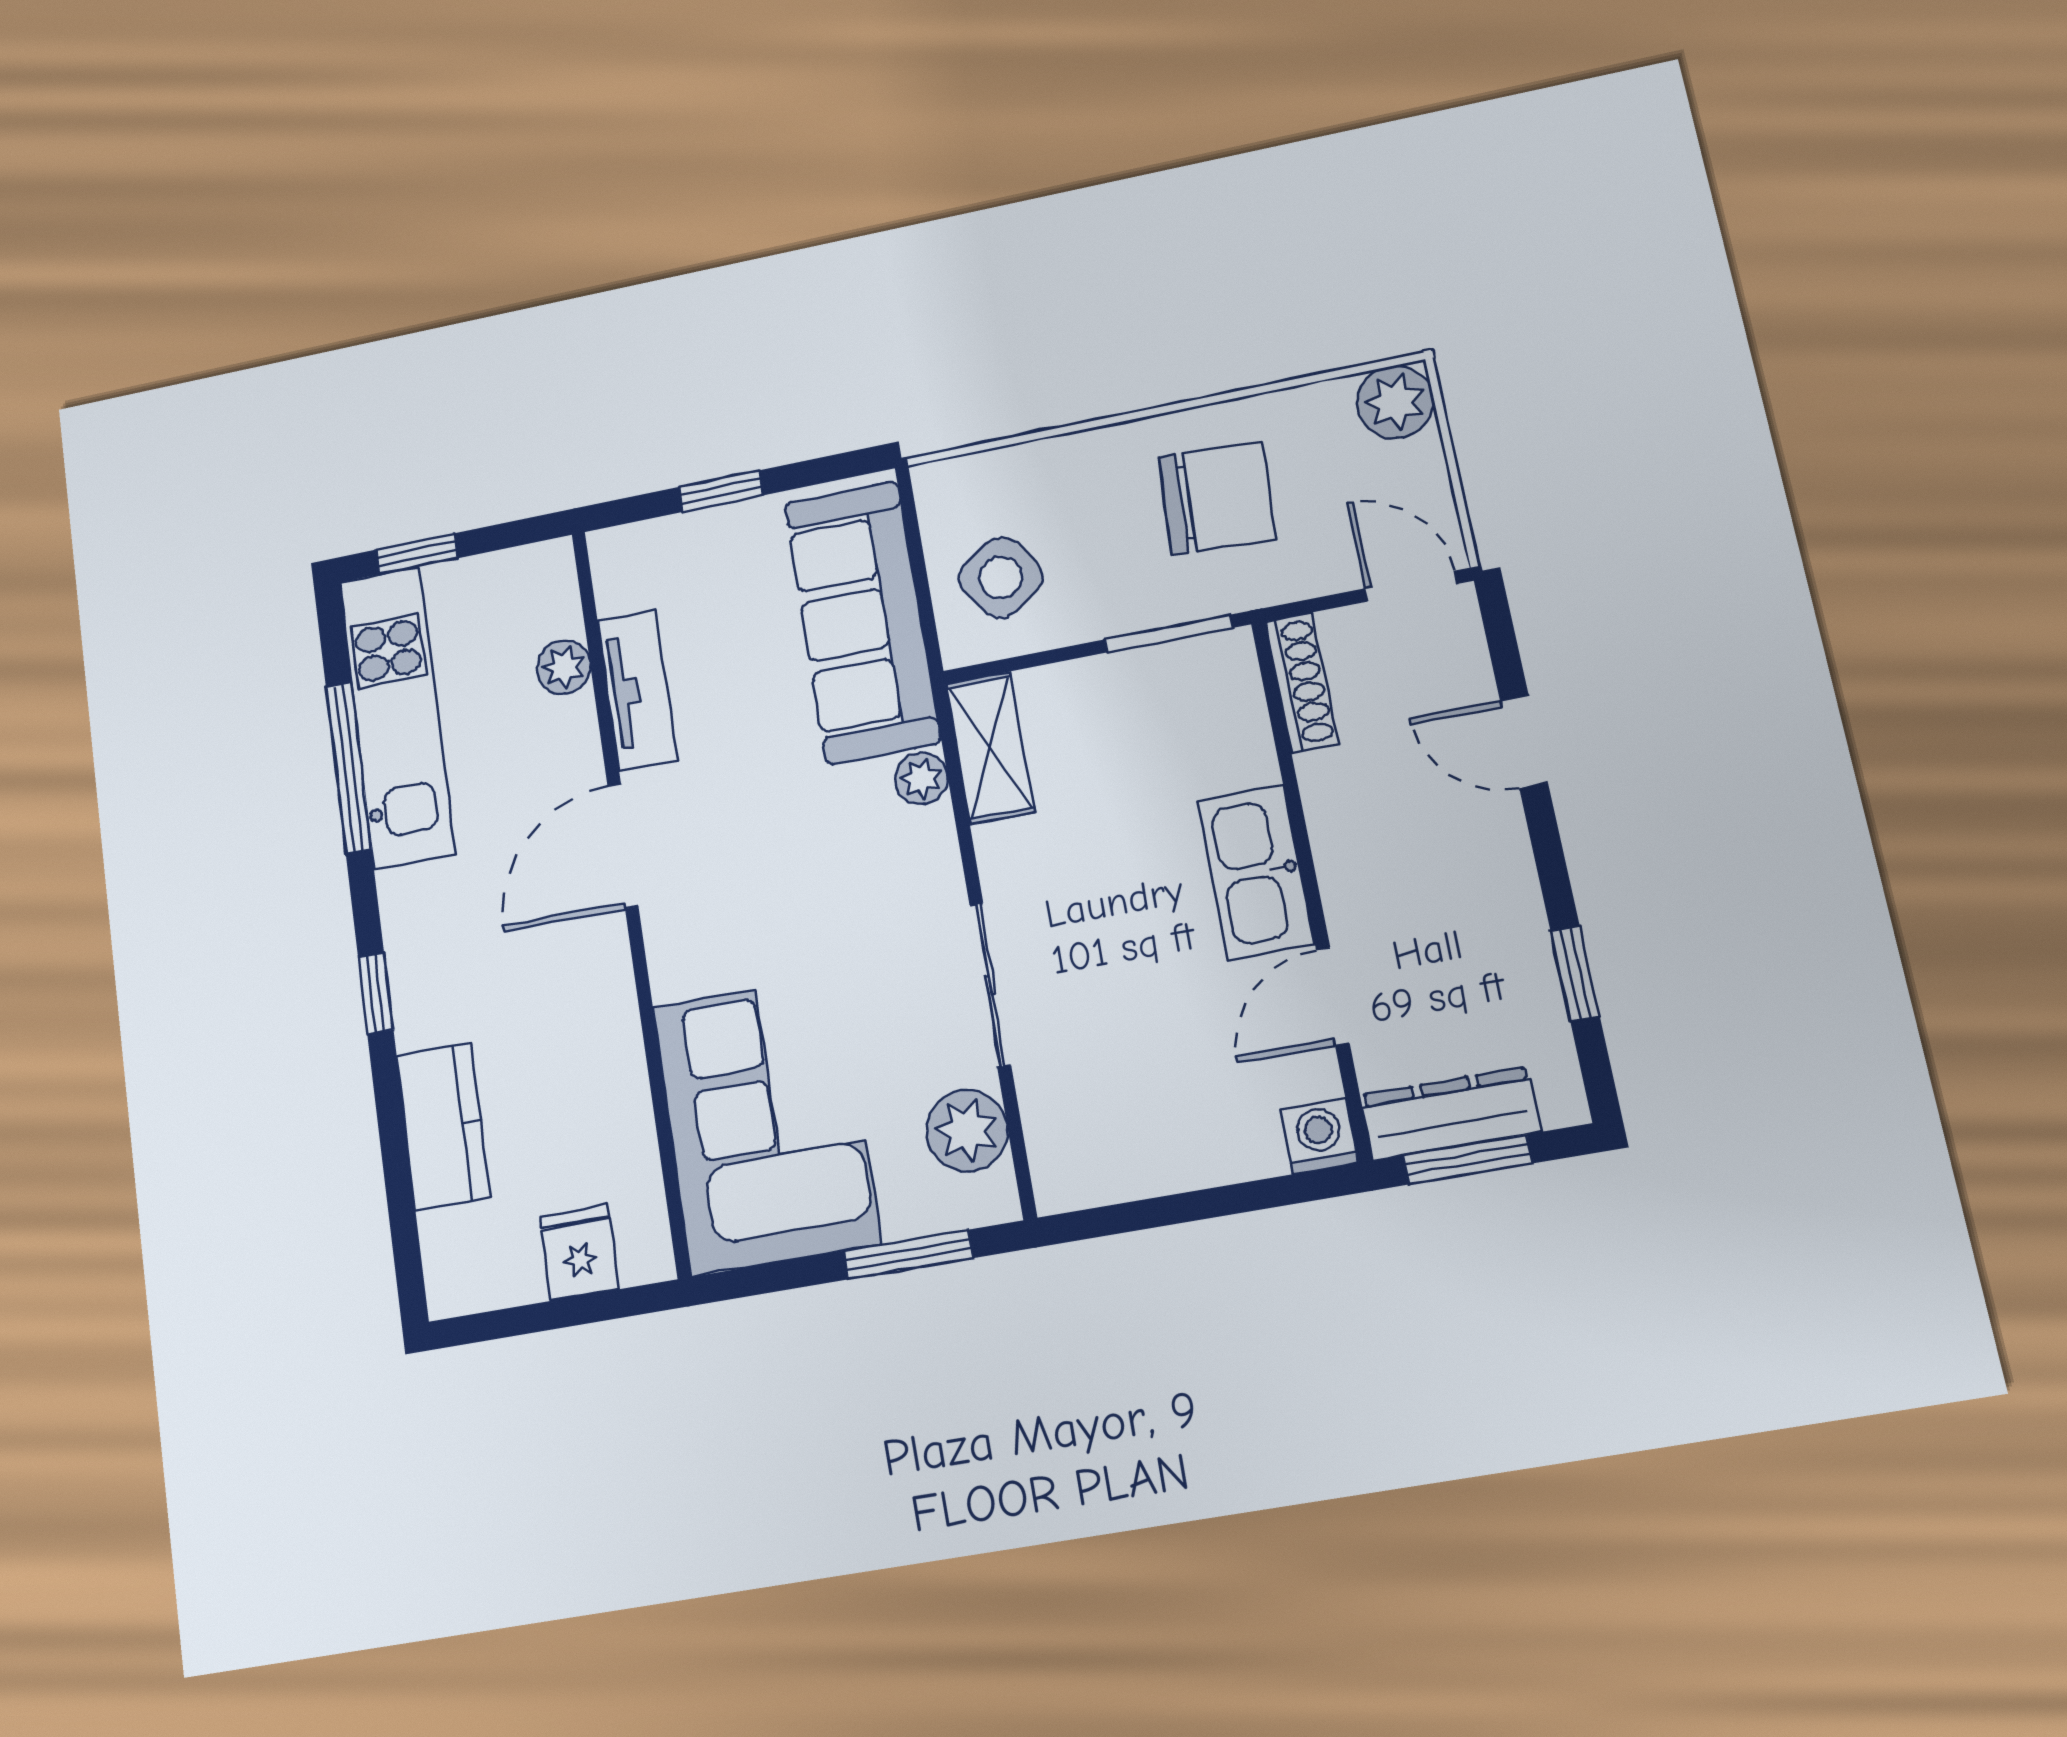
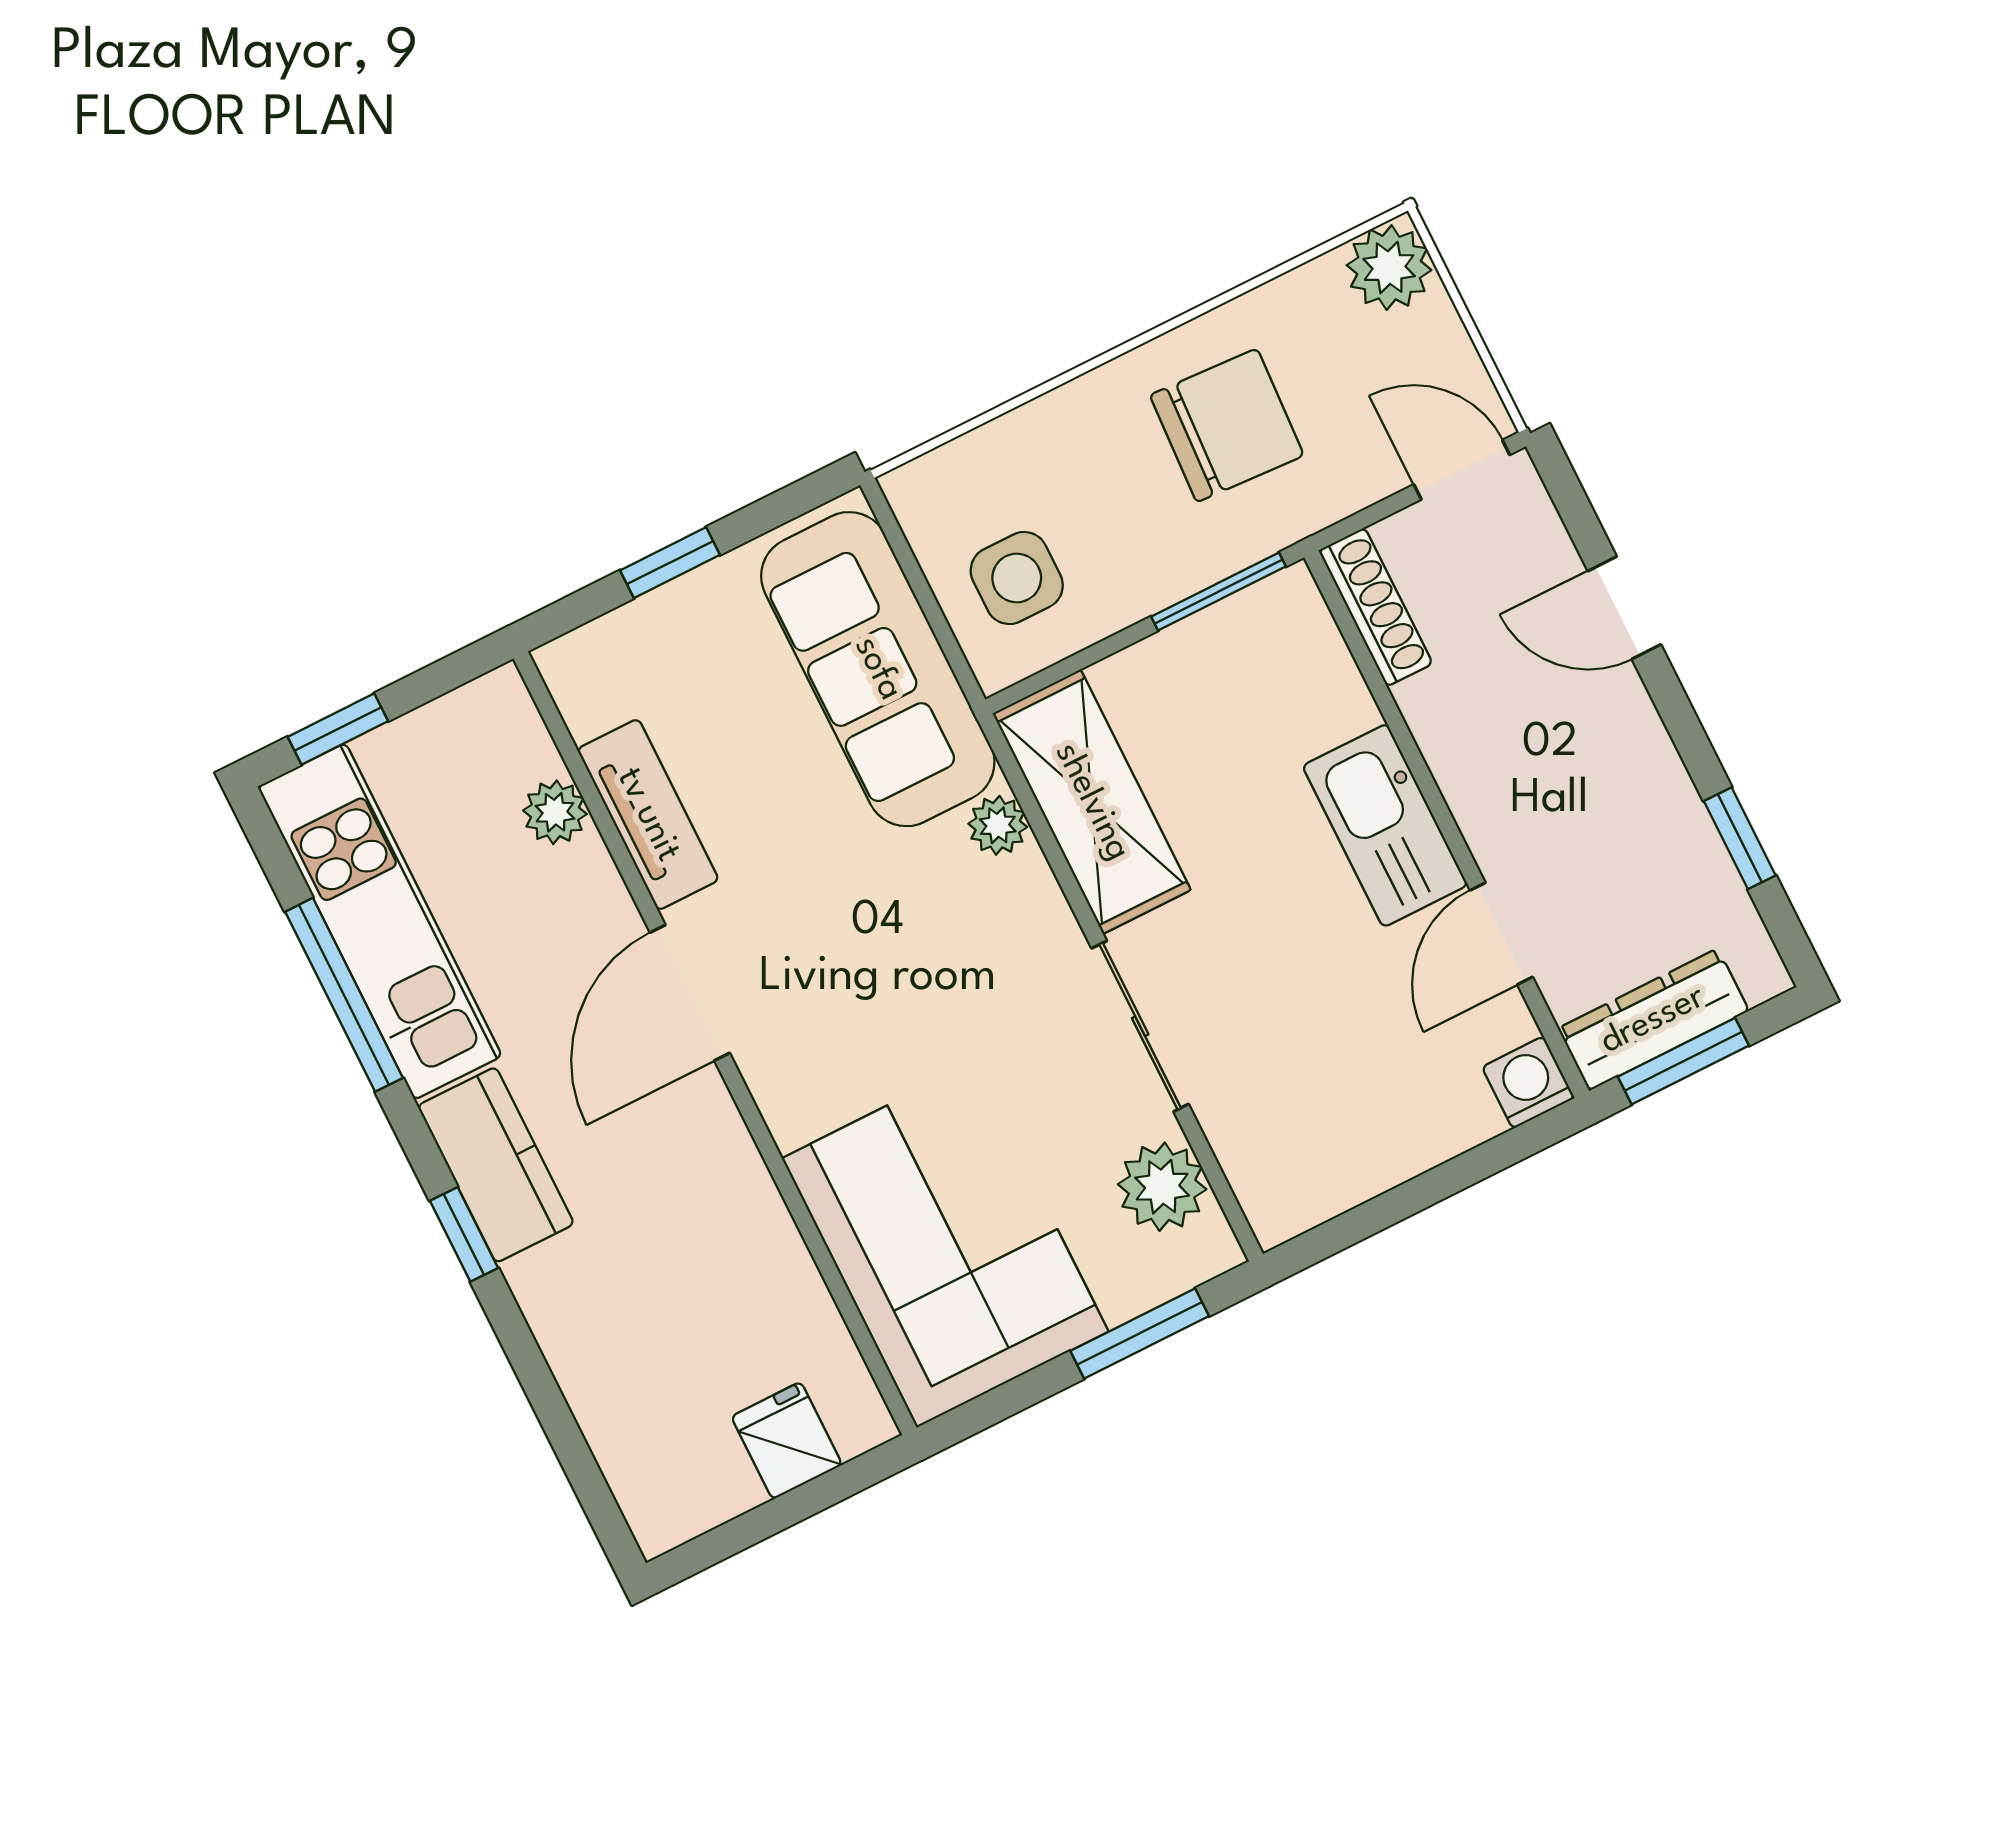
side table: (1001, 577) -> (1017, 578), turned 34
shelving: (990, 748) -> (1092, 802), width x1.50, depth x1.33
kitchen counter: (443, 1126) -> (496, 1165), moved

